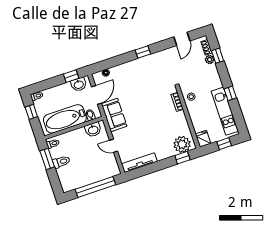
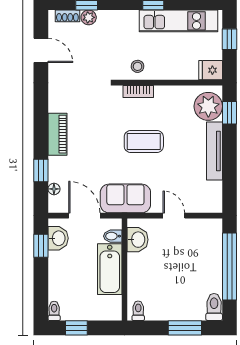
window: (143, 52) -> (41, 170), moved
piano: (138, 64) -> (58, 134), added
coffee table: (150, 115) -> (144, 142), added
bathtub: (65, 119) -> (110, 269), width x0.73, depth x0.73
door: (114, 146) -> (174, 216), swing flipped
window: (47, 159) -> (185, 328), moved
toilet: (61, 162) -> (214, 307), moved
tv unit: (139, 163) -> (214, 151), moved

